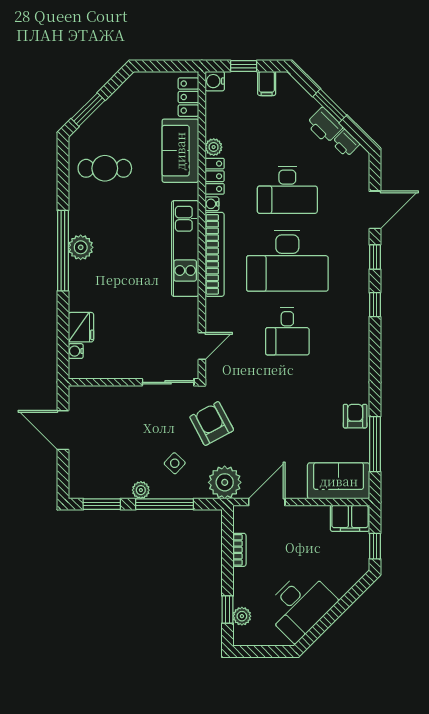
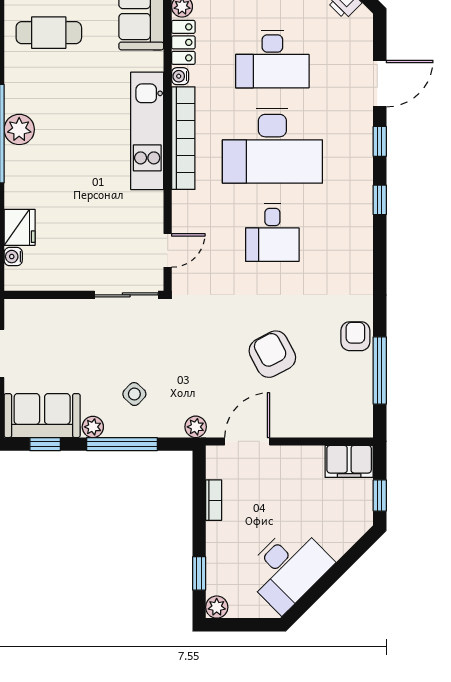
armchair: (212, 424) -> (272, 354), moved
sofa: (339, 481) -> (42, 416), moved
plant: (225, 482) -> (196, 427), width x0.53, depth x0.53
window: (102, 504) -> (45, 444), width x0.67
plant: (242, 616) -> (217, 607), moved

